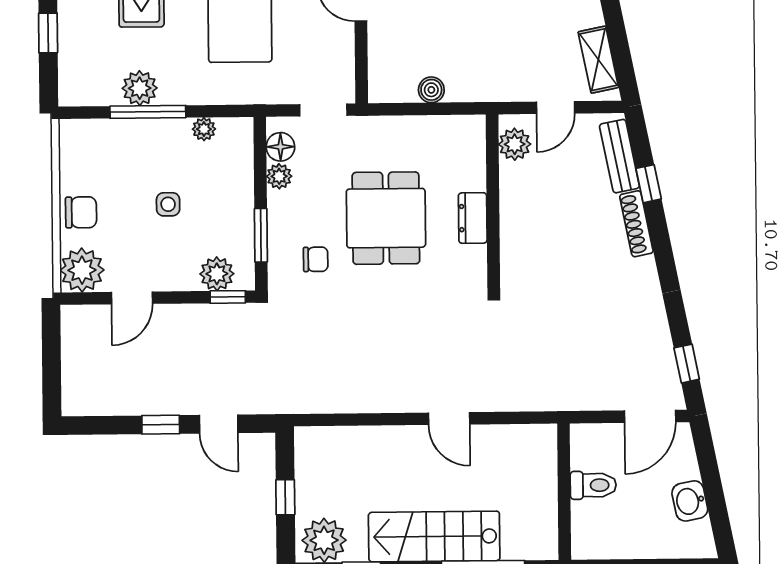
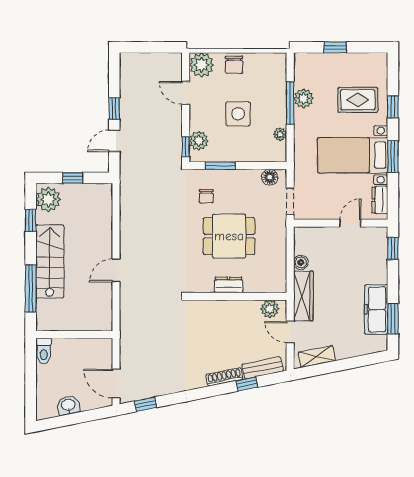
wardrobe: (491, 85) -> (303, 296), added
plant: (279, 176) -> (253, 176), removed
side table: (168, 204) -> (238, 114), width x1.87, depth x1.87
toilet: (593, 485) -> (44, 351), moved

